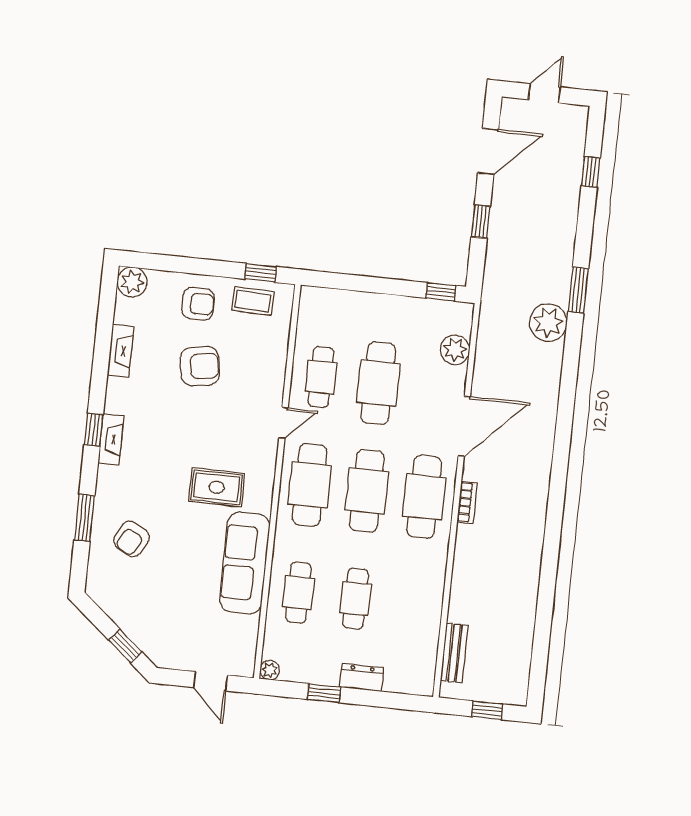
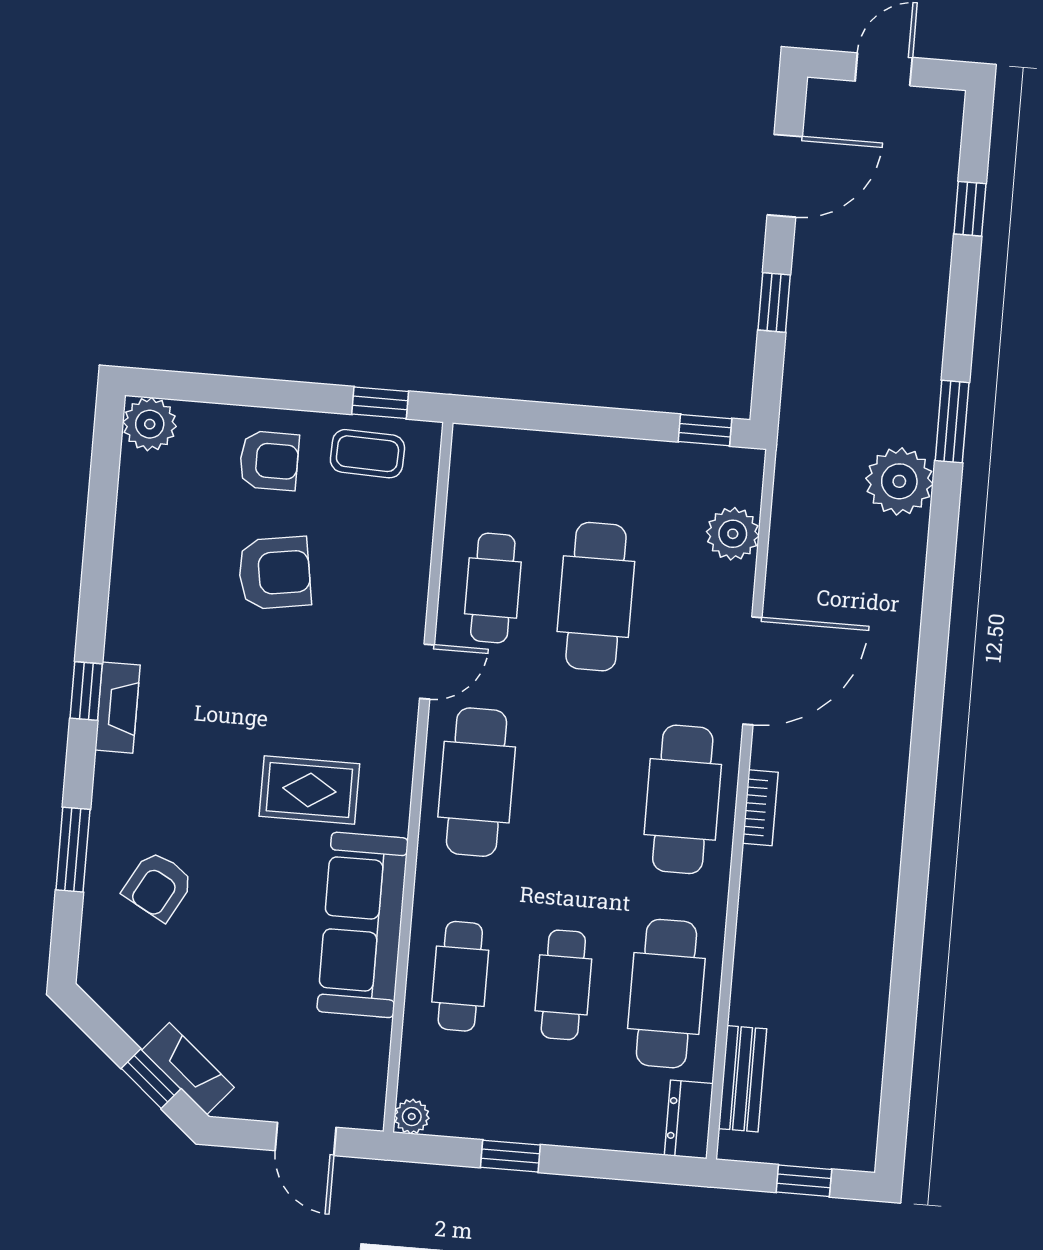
fireplace: (121, 351) -> (188, 1069), moved, turned -50
cafe table: (367, 491) -> (666, 994), moved
dresser: (362, 678) -> (689, 1119), moved, turned -90

